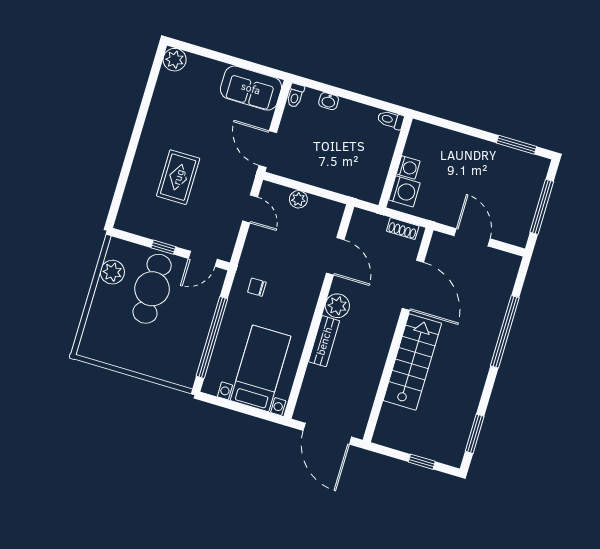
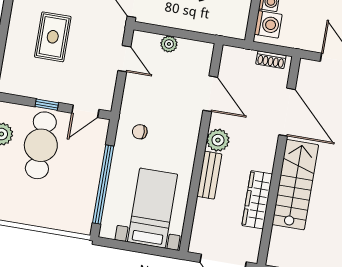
wardrobe: (371, 373) -> (257, 200), added

